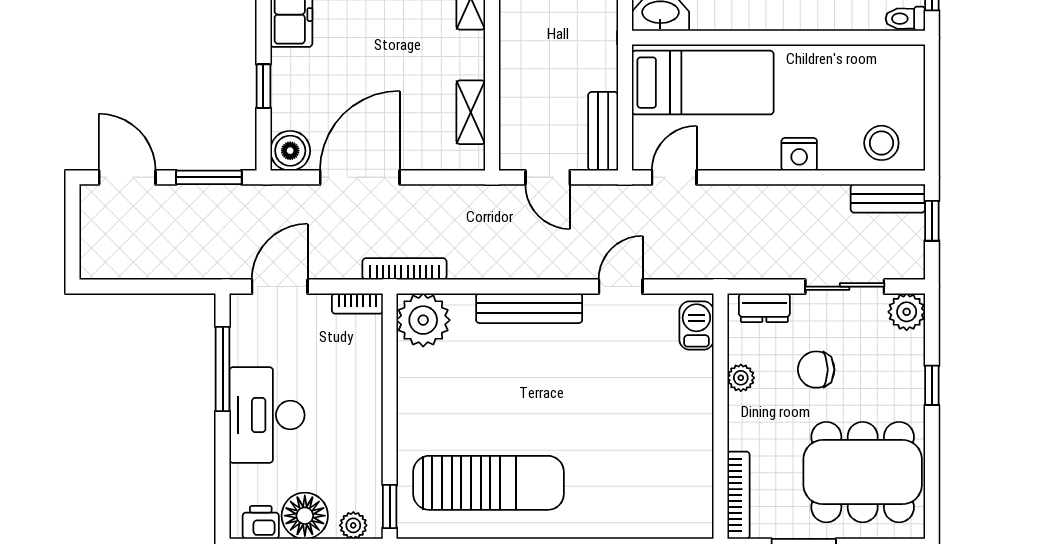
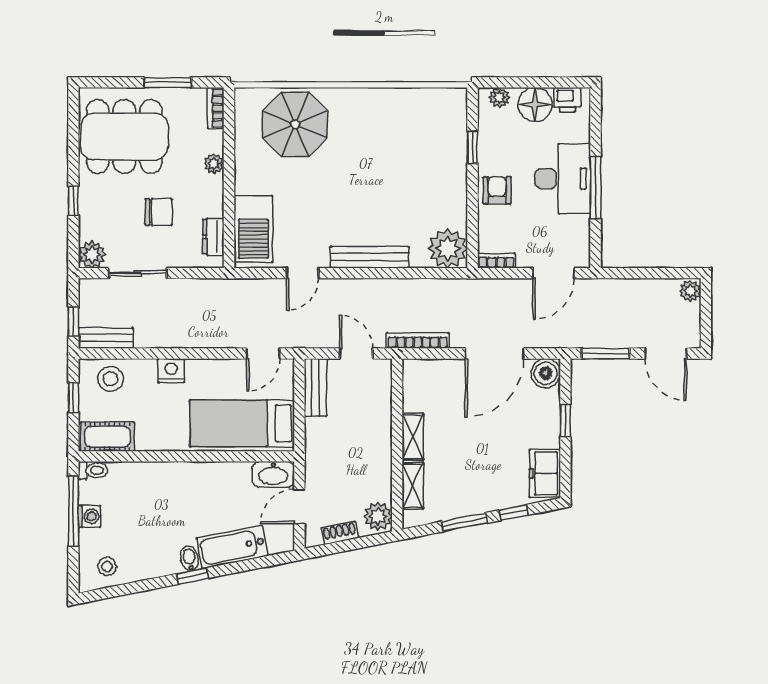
cot: (886, 64) -> (107, 437), added
shelving: (471, 112) -> (413, 437), moved
window: (932, 117) -> (73, 398), added
plant: (94, 262) -> (690, 291), added
bookcase: (404, 269) -> (418, 341), moved, turned 180
dresser: (764, 308) -> (213, 237), moved, turned -90
barbecue: (696, 325) -> (253, 229), width x1.88, depth x1.53
window: (223, 369) -> (596, 188), moved
plant: (741, 378) -> (214, 164), moved
armchair: (356, 399) -> (497, 190), added
sun lounger: (489, 483) -> (400, 129), removed
parasol: (631, 489) -> (295, 124), added
bookcase: (738, 495) -> (216, 108), width x0.64
window: (390, 507) -> (473, 147), moved

